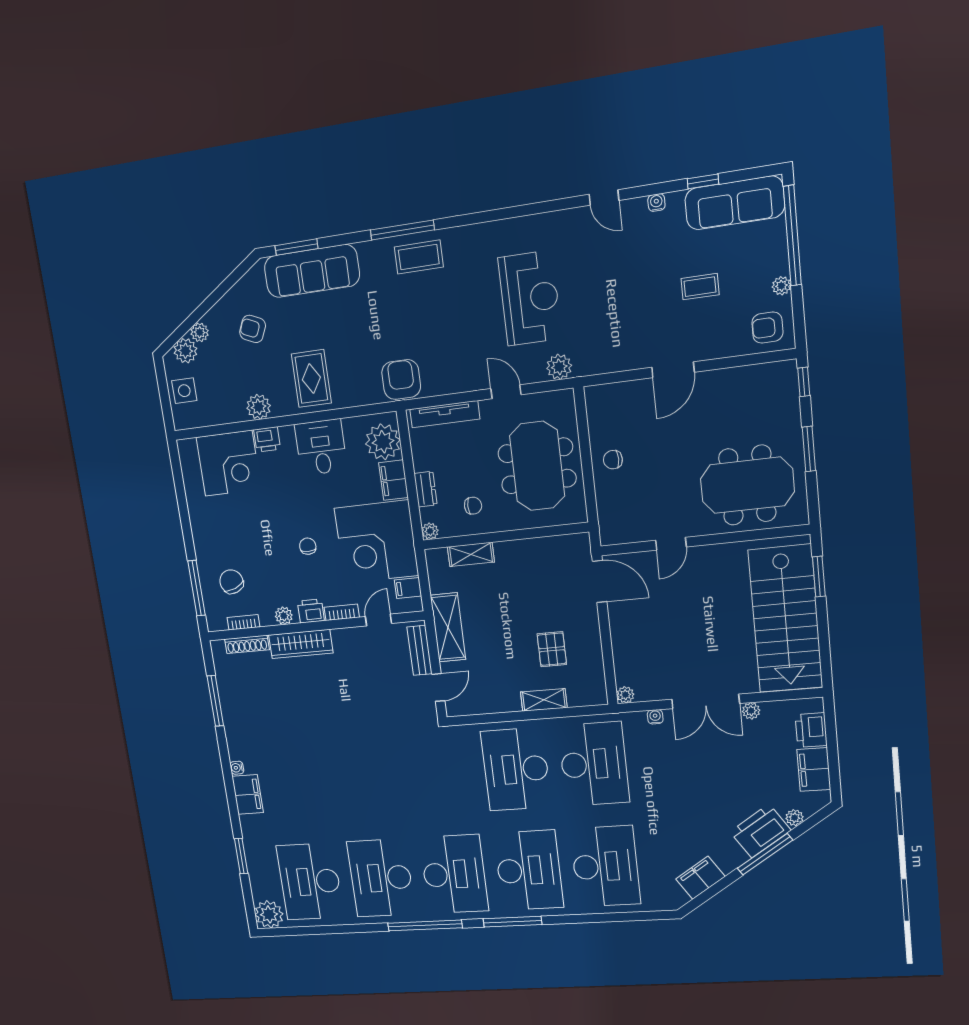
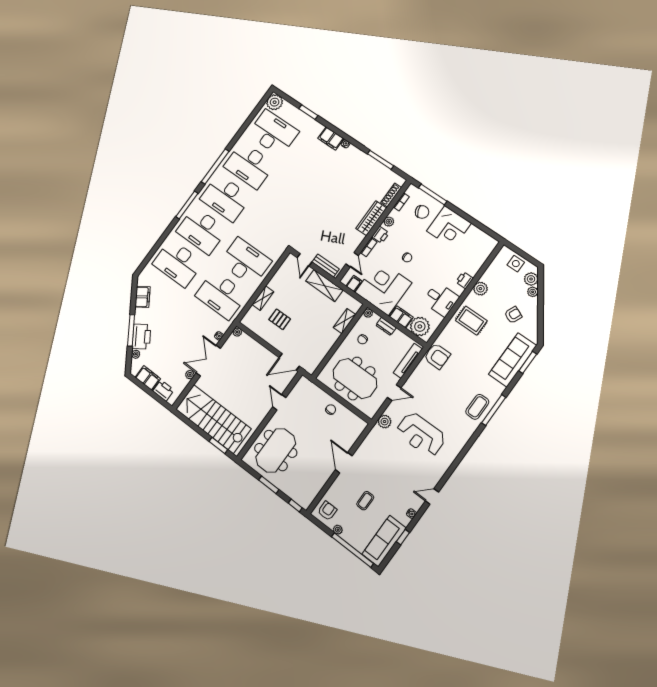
corner desk: (229, 463) -> (449, 227), moved, turned -90
desk: (381, 878) -> (249, 165), turned 180

